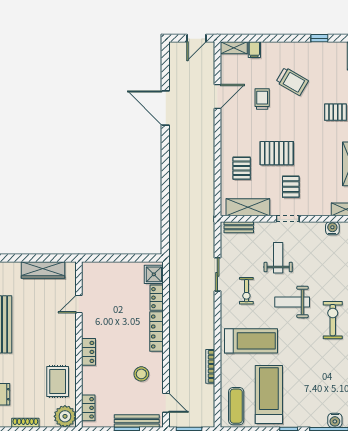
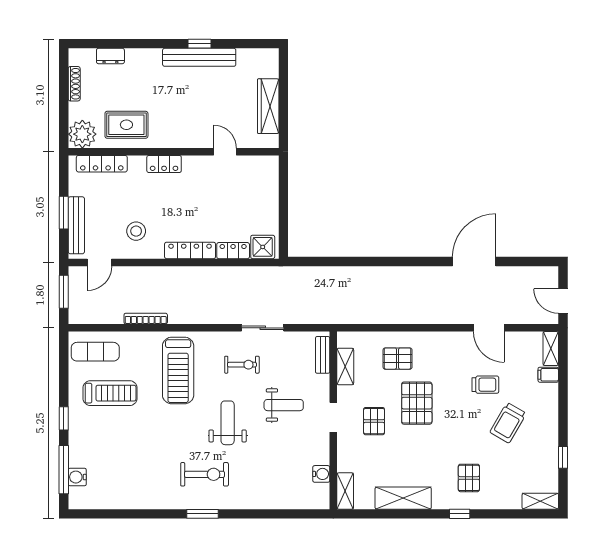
pallet: (291, 187) -> (374, 421), turned 90
shelving: (248, 207) -> (345, 366), width x0.67, depth x0.75
exercise bike: (246, 291) -> (242, 365), turned 180
treadmill: (269, 394) -> (110, 393), width x0.73, depth x0.73
locker: (88, 408) -> (102, 164), width x1.53

